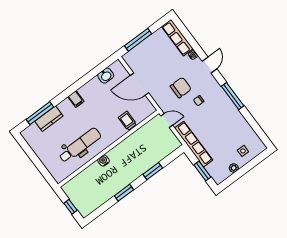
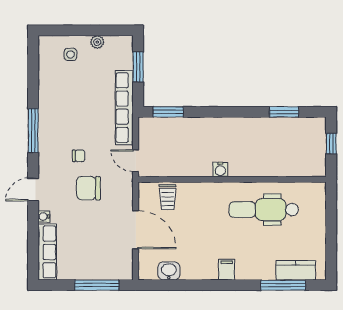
kitchen counter: (49, 119) -> (296, 270), moved
trolley: (127, 121) -> (168, 197), moved
water cooler: (104, 161) -> (220, 169), moved
window: (153, 171) -> (168, 112), moved
window: (124, 193) -> (284, 112), moved

